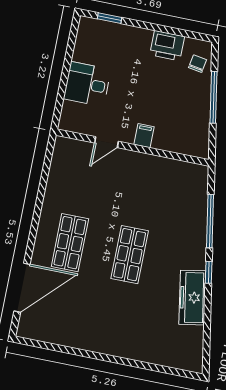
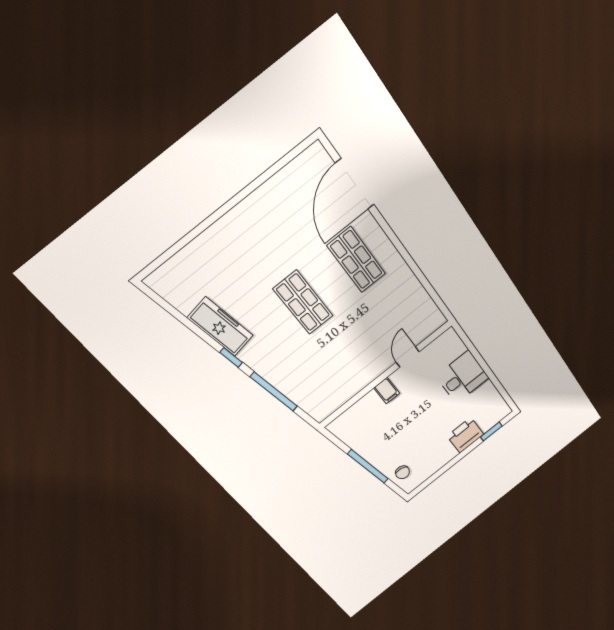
printer: (167, 46) -> (465, 435), moved

